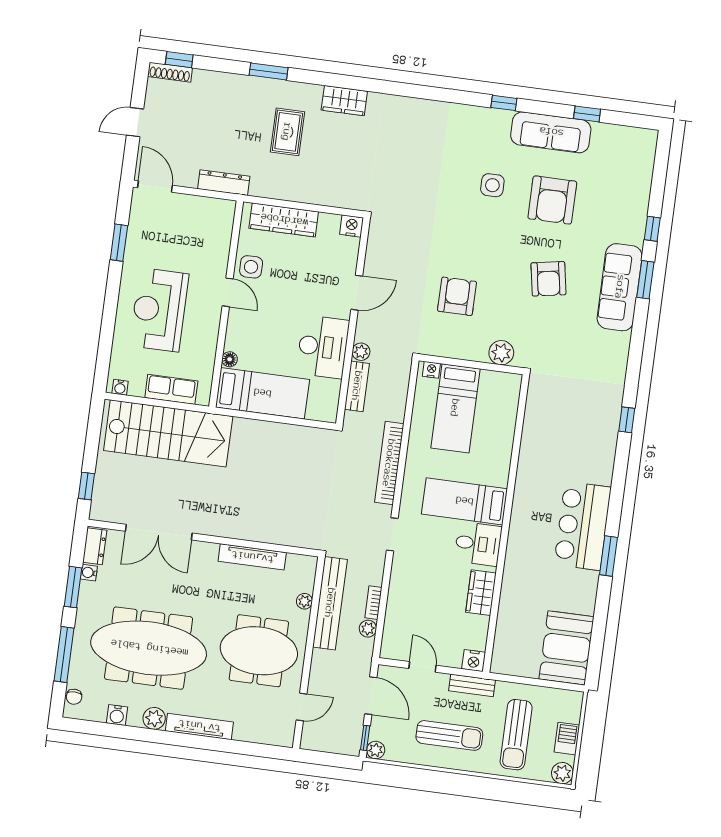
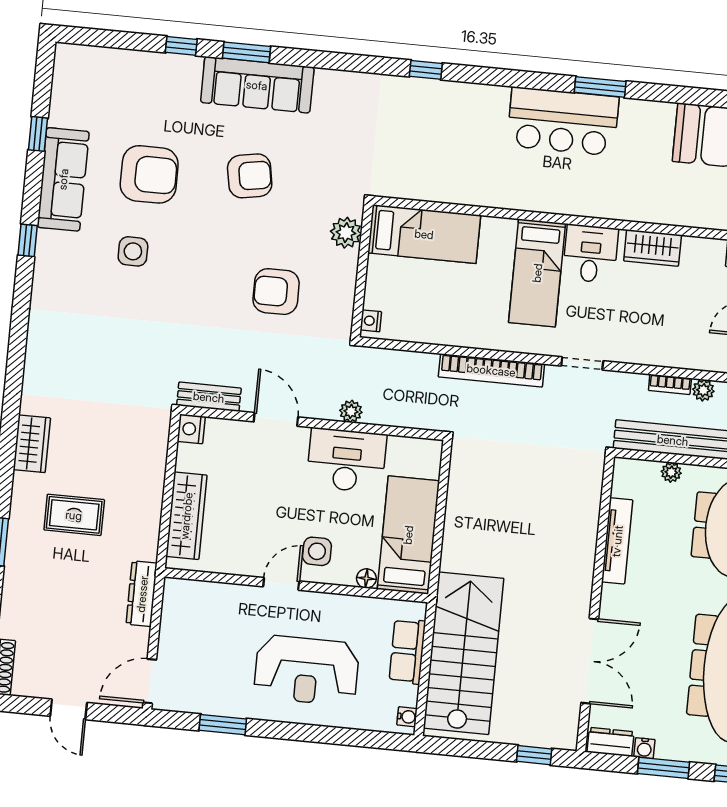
side table: (251, 267) -> (317, 551), moved
bench: (357, 386) -> (209, 397), moved
bed: (455, 408) -> (424, 234), moved

